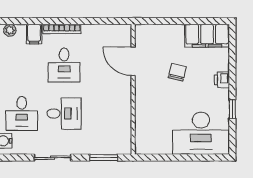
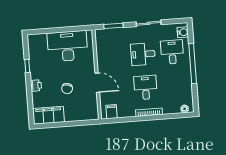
filing cabinet: (34, 34) -> (112, 112), moved
door: (133, 61) -> (97, 83), moved
desk: (201, 133) -> (68, 46), moved

